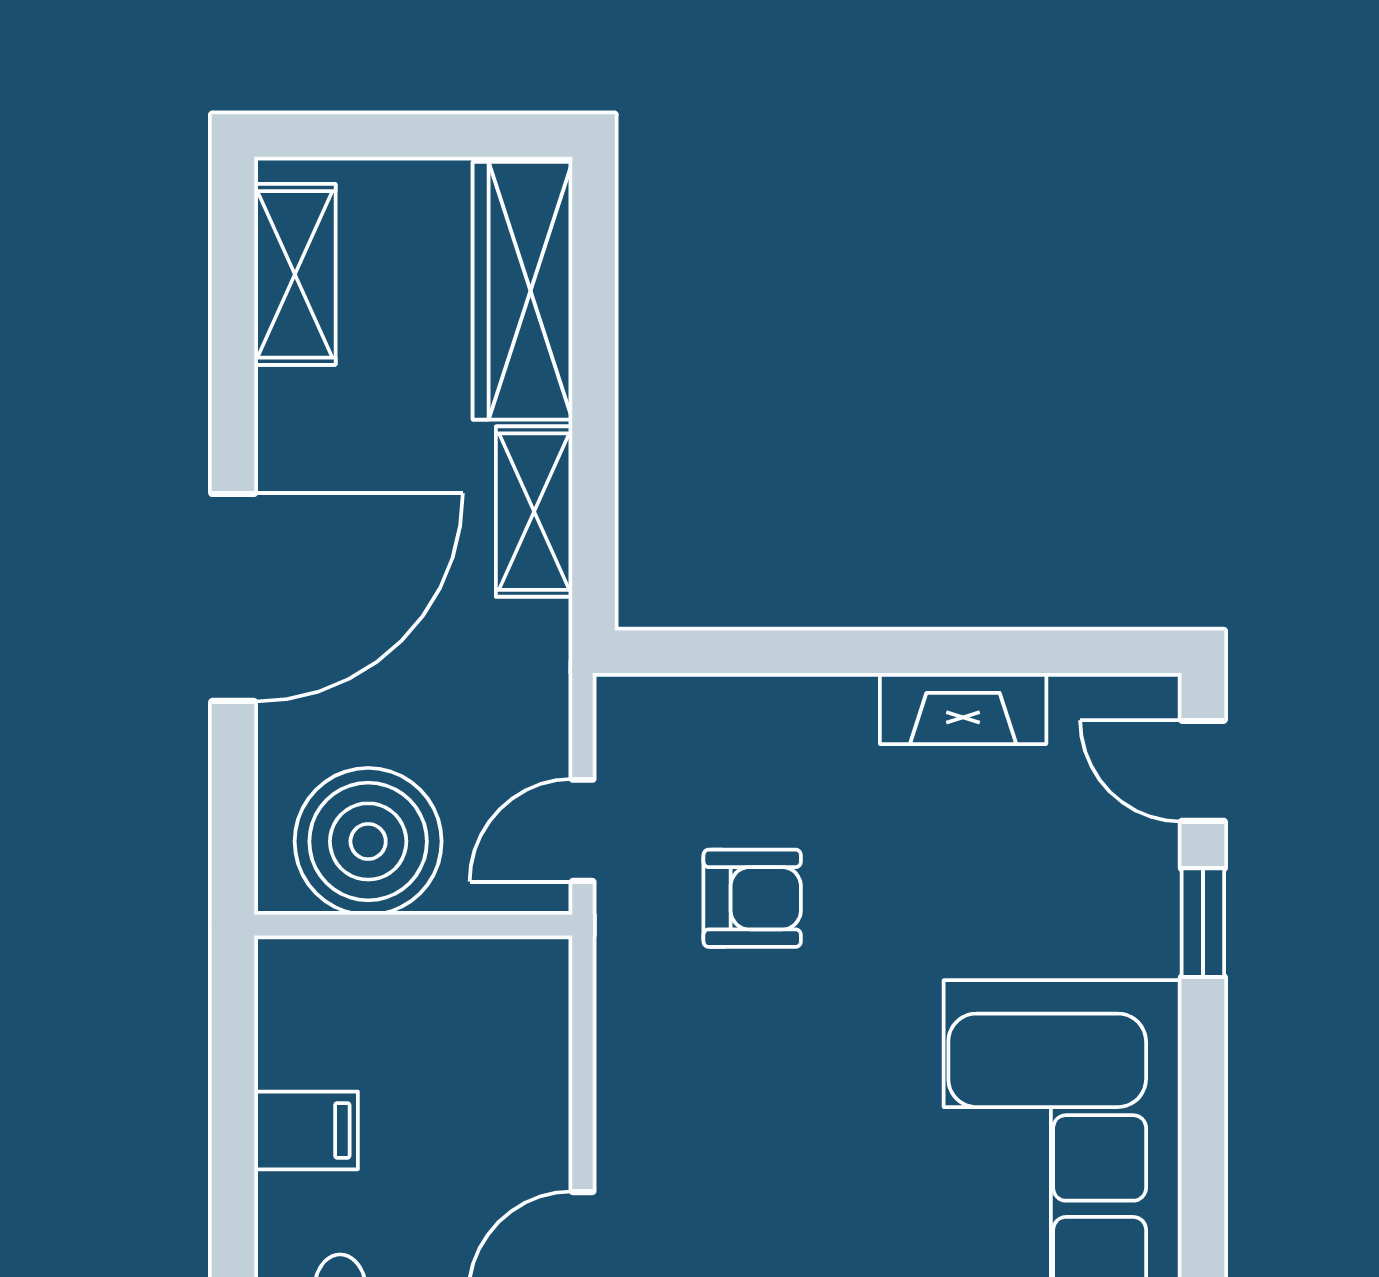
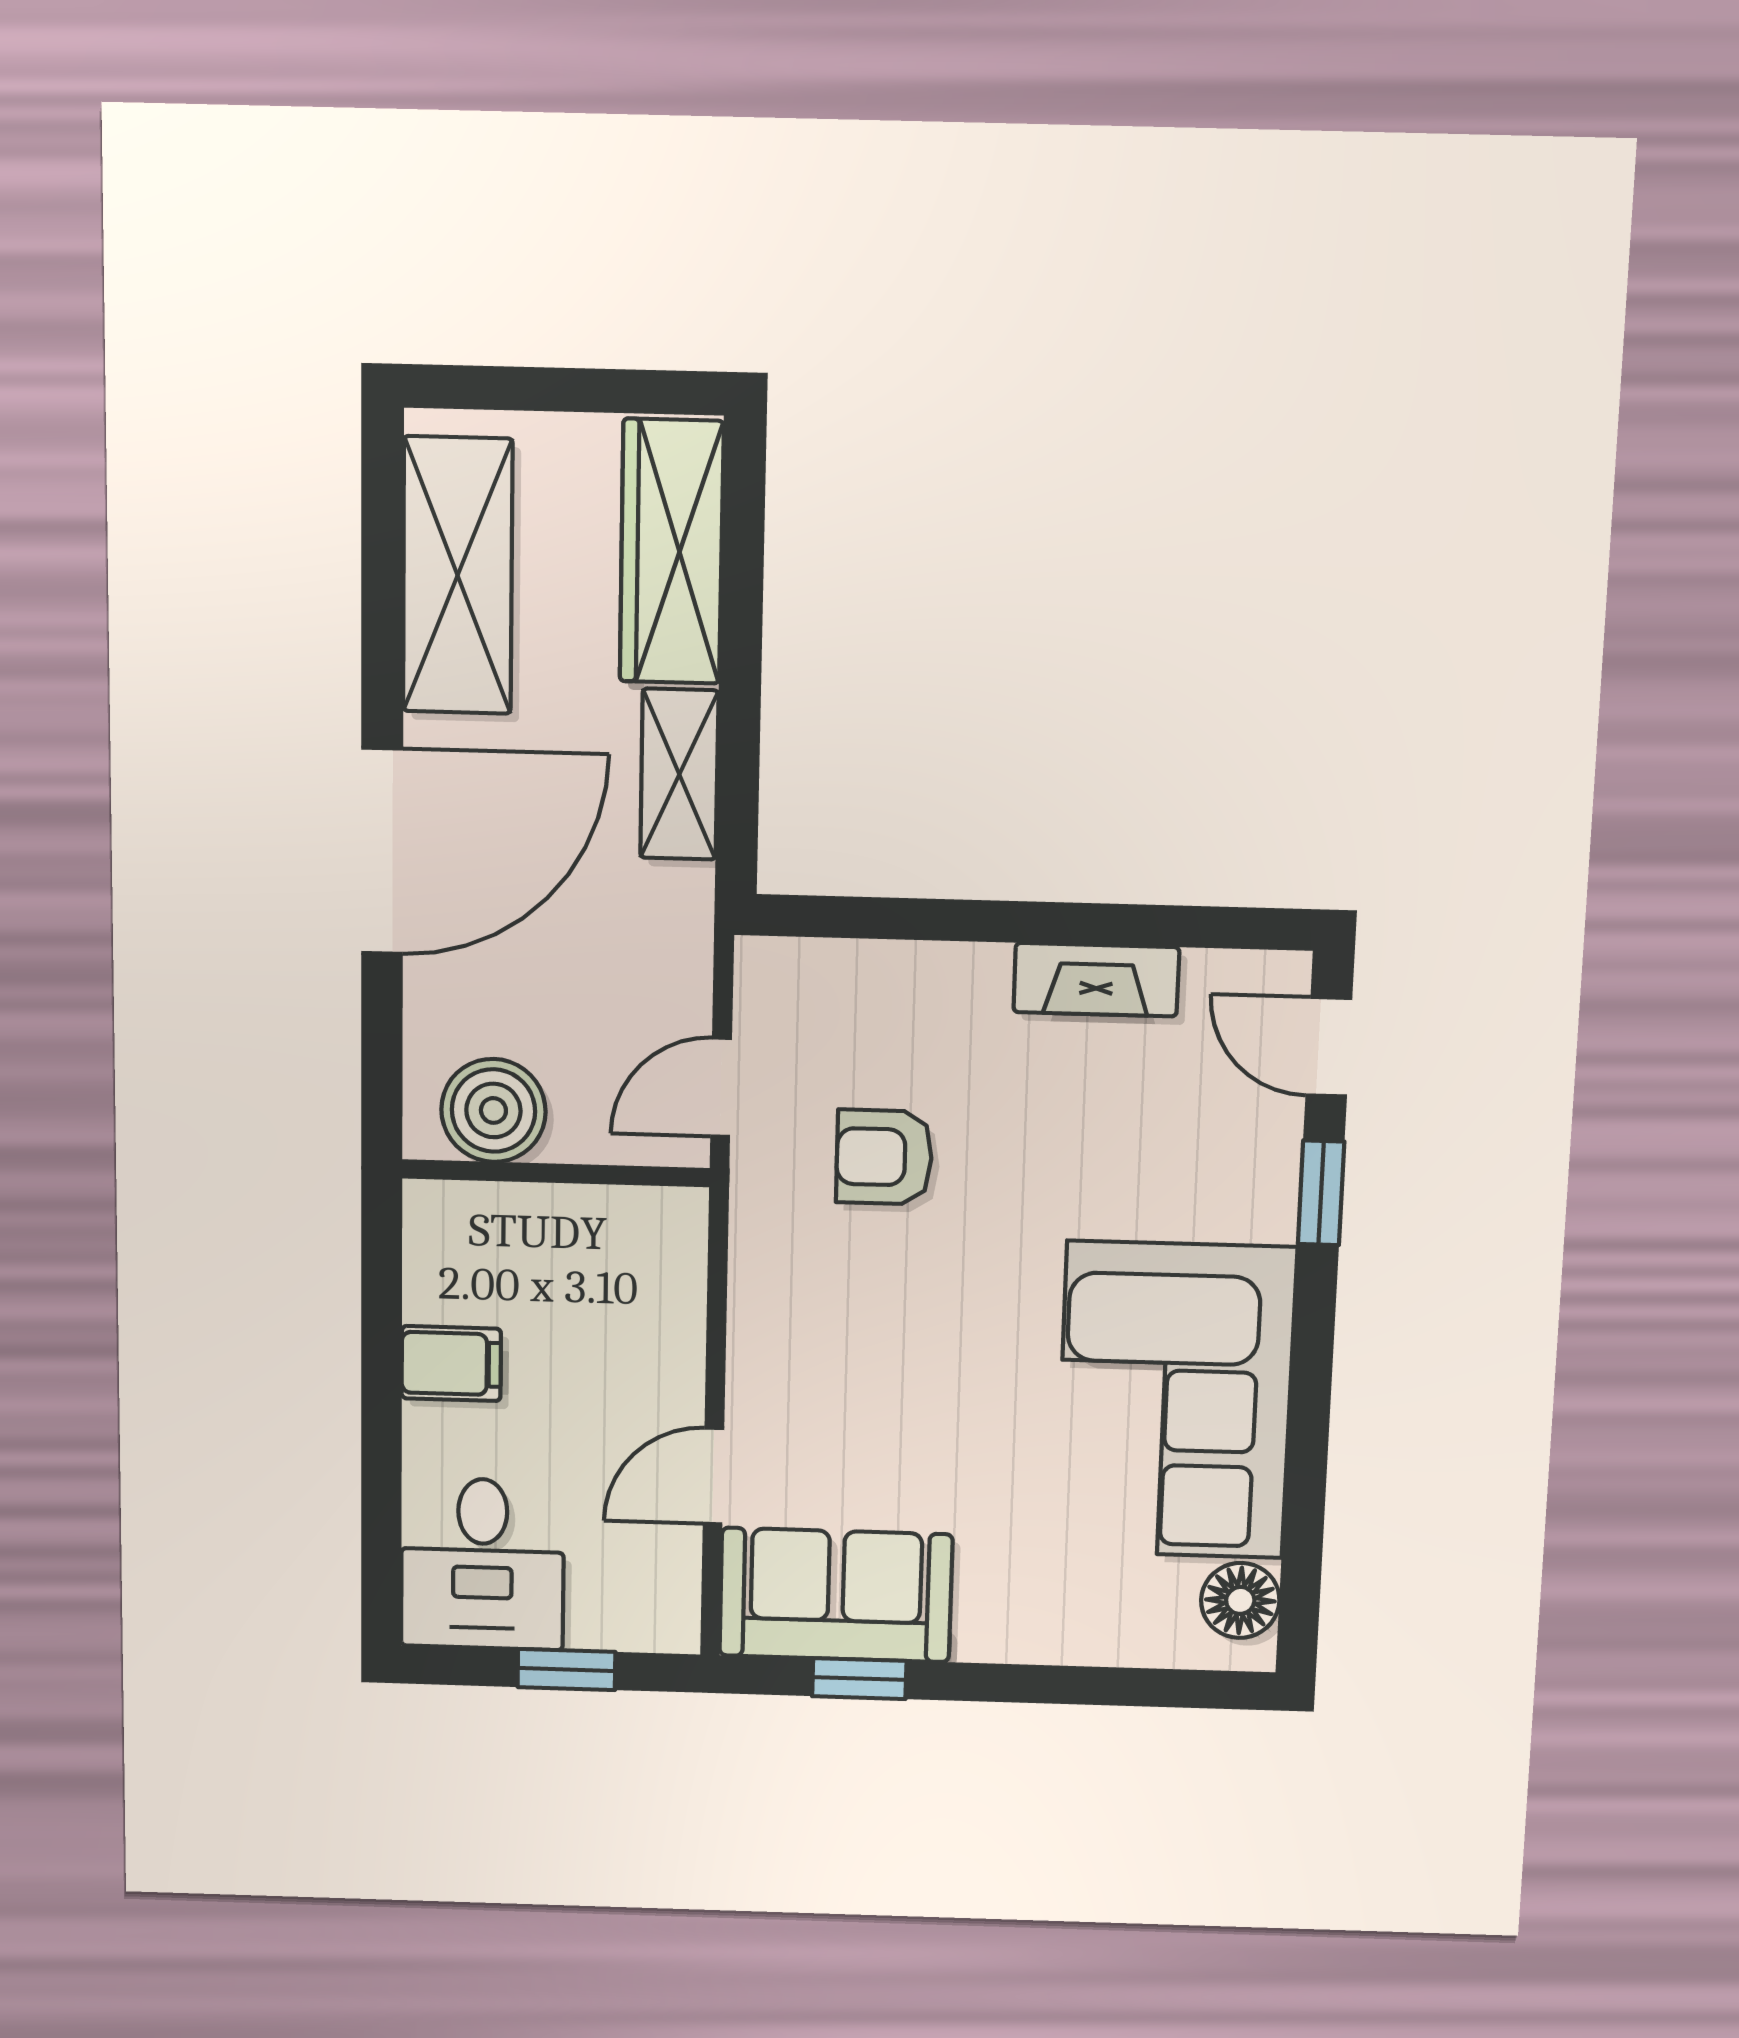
shelving: (295, 274) -> (458, 576), width x1.50, depth x1.33
boiler: (368, 841) -> (493, 1110), width x0.73, depth x0.73
armchair: (752, 898) -> (884, 1157), turned 180

